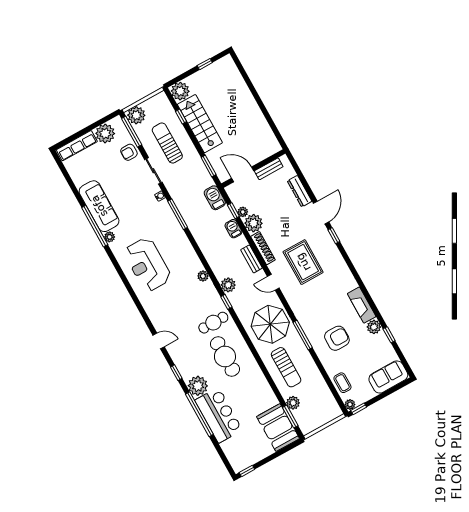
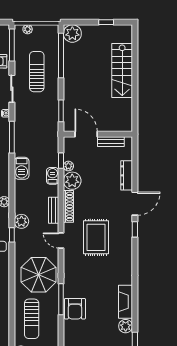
plant: (136, 115) -> (28, 29), width x0.53, depth x0.53
window: (181, 117) -> (61, 56), width x3.17
stairs: (200, 124) -> (122, 71), moved, turned 180
barbecue: (215, 198) -> (22, 168), moved, turned 180
armchair: (337, 338) -> (75, 309), moved, turned 90

